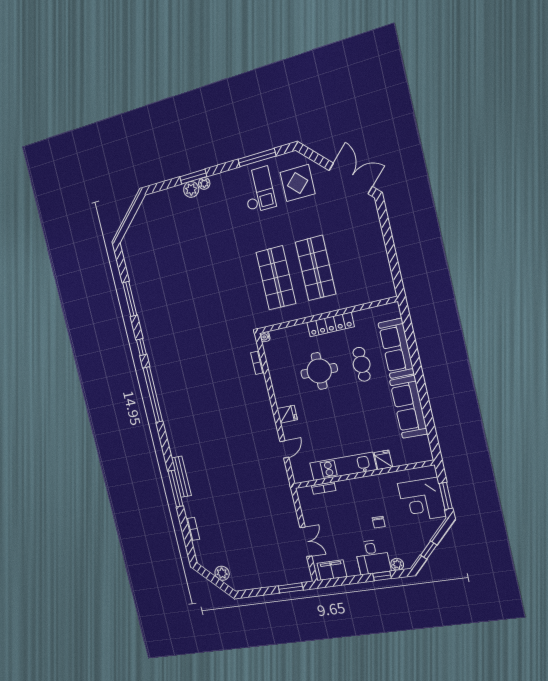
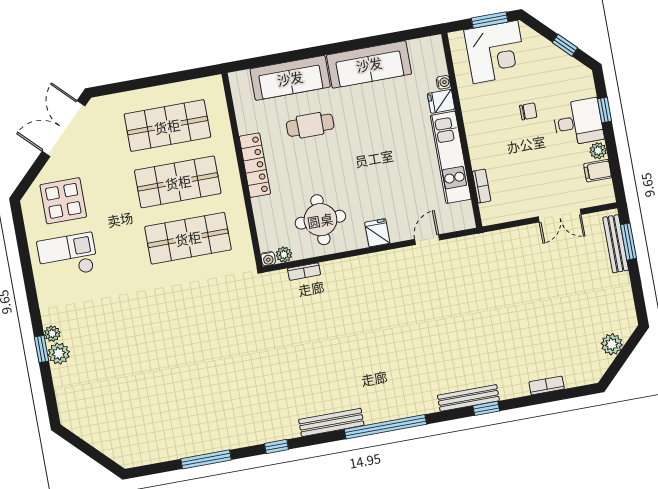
window: (257, 158) -> (25, 255), removed
window: (193, 177) -> (42, 349), width x0.67
shop shelf: (357, 258) -> (167, 126), added
plant: (268, 348) -> (284, 255), added
round table: (319, 371) -> (320, 220), moved
bench: (159, 384) -> (331, 422), added
window: (153, 395) -> (385, 427), moved
door: (284, 449) -> (427, 240), hinge flipped
water cooler: (397, 462) -> (443, 82), added
window: (175, 489) -> (486, 408), width x0.46
double door: (306, 542) -> (560, 216), swing flipped
plant: (397, 564) -> (598, 151), moved
filing cabinet: (332, 570) -> (598, 171), width x0.50
bench: (289, 579) -> (616, 244), added

